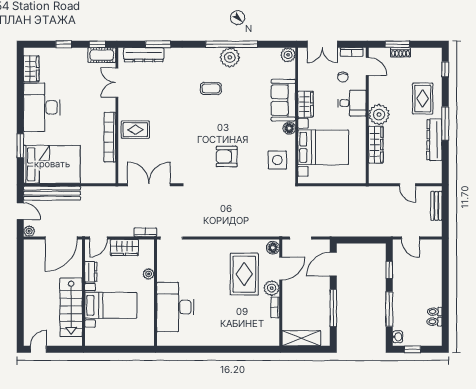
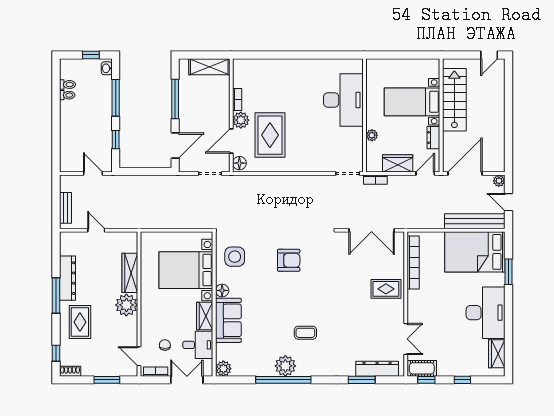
shoe rack: (400, 52) -> (70, 371), moved
desk: (352, 103) -> (198, 345), moved, turned 180
bookcase: (110, 137) -> (413, 262), moved

